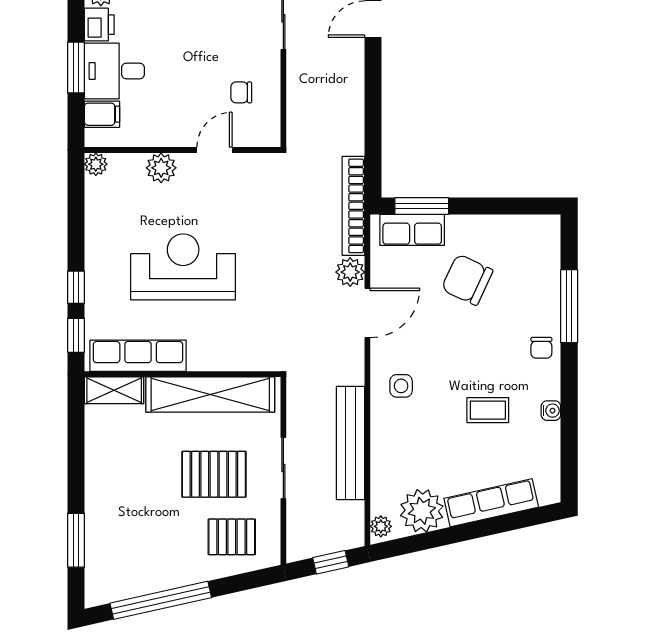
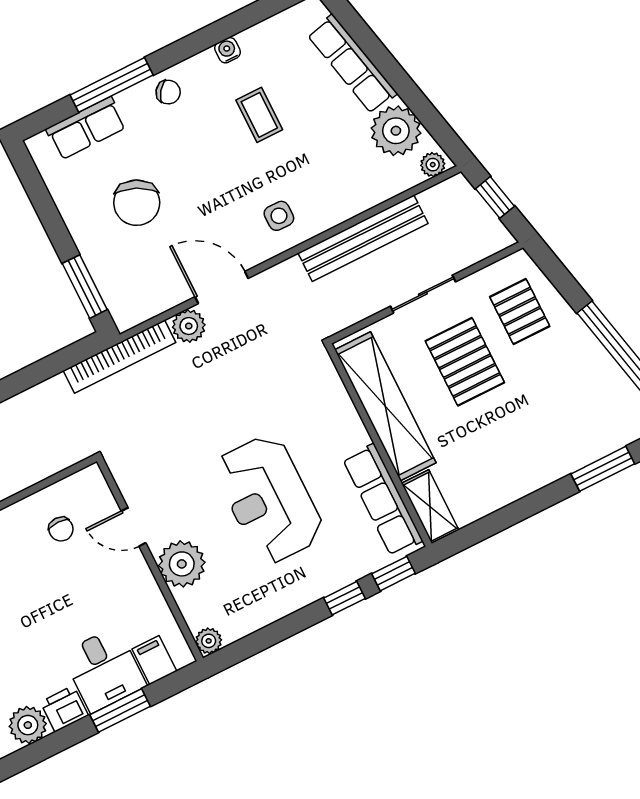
plant: (161, 168) -> (182, 564), width x1.36, depth x1.36
row of seats: (412, 230) -> (86, 128), moved, turned 90
chair: (541, 348) -> (168, 92), turned 37

